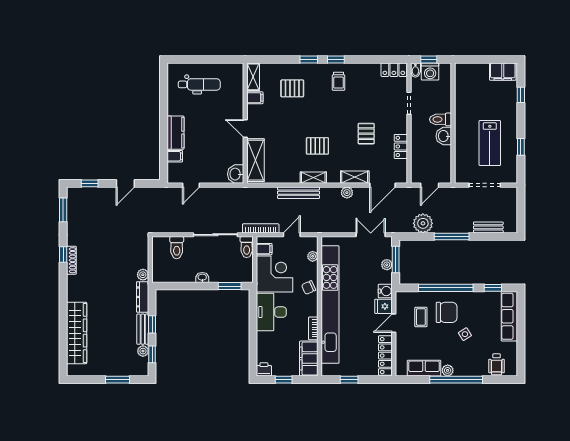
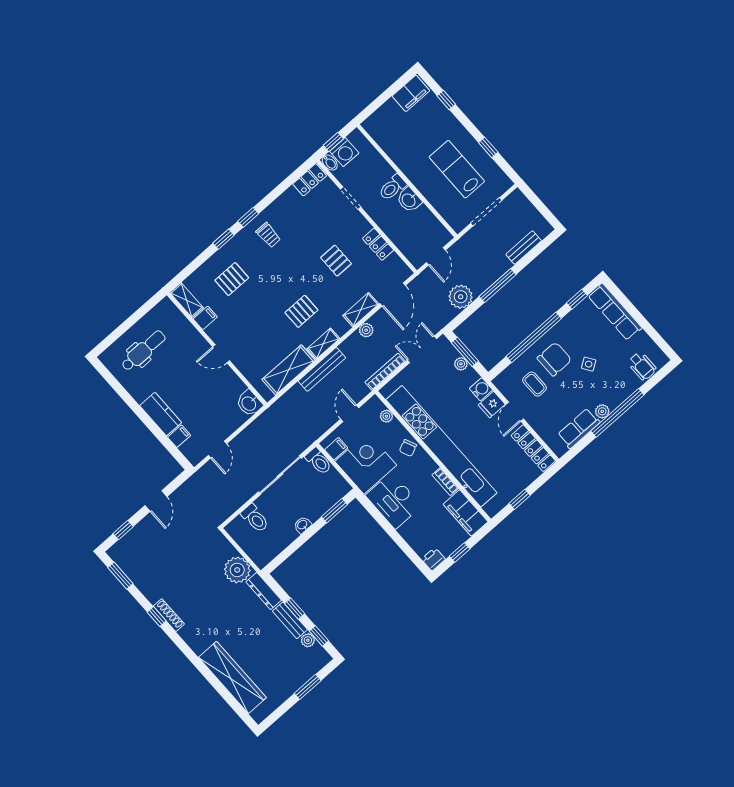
lab bench: (490, 143) -> (457, 169), turned 180
shelving: (255, 160) -> (289, 370), moved, turned 90
bookcase: (261, 228) -> (385, 372), moved
plant: (143, 275) -> (237, 570), width x1.88, depth x1.88

